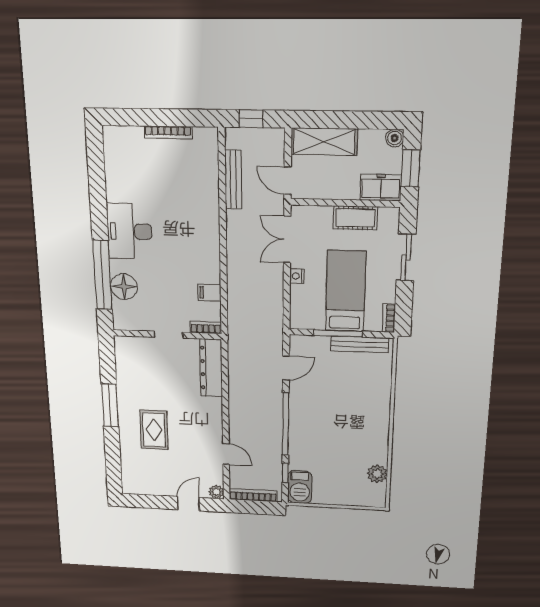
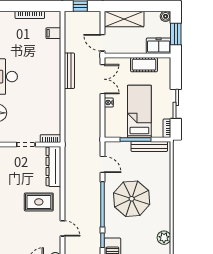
bench: (233, 180) -> (69, 71), moved
double door: (287, 239) -> (103, 79), swing flipped
sliding door: (406, 257) -> (176, 104), moved
filing cabinet: (209, 293) -> (53, 33), moved
door: (286, 368) -> (103, 164), hinge flipped
parasol: (330, 418) -> (132, 199), added
rug: (154, 430) -> (39, 202), moved, turned 90

